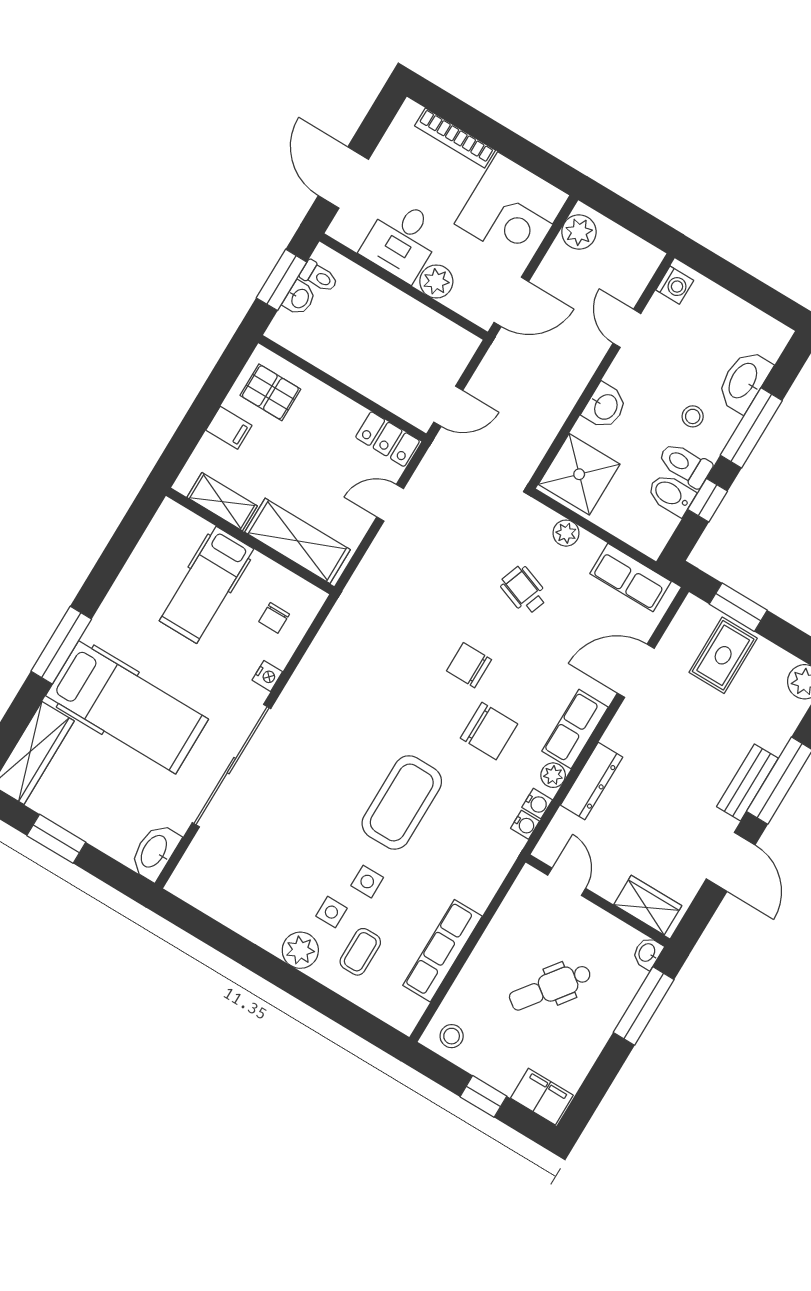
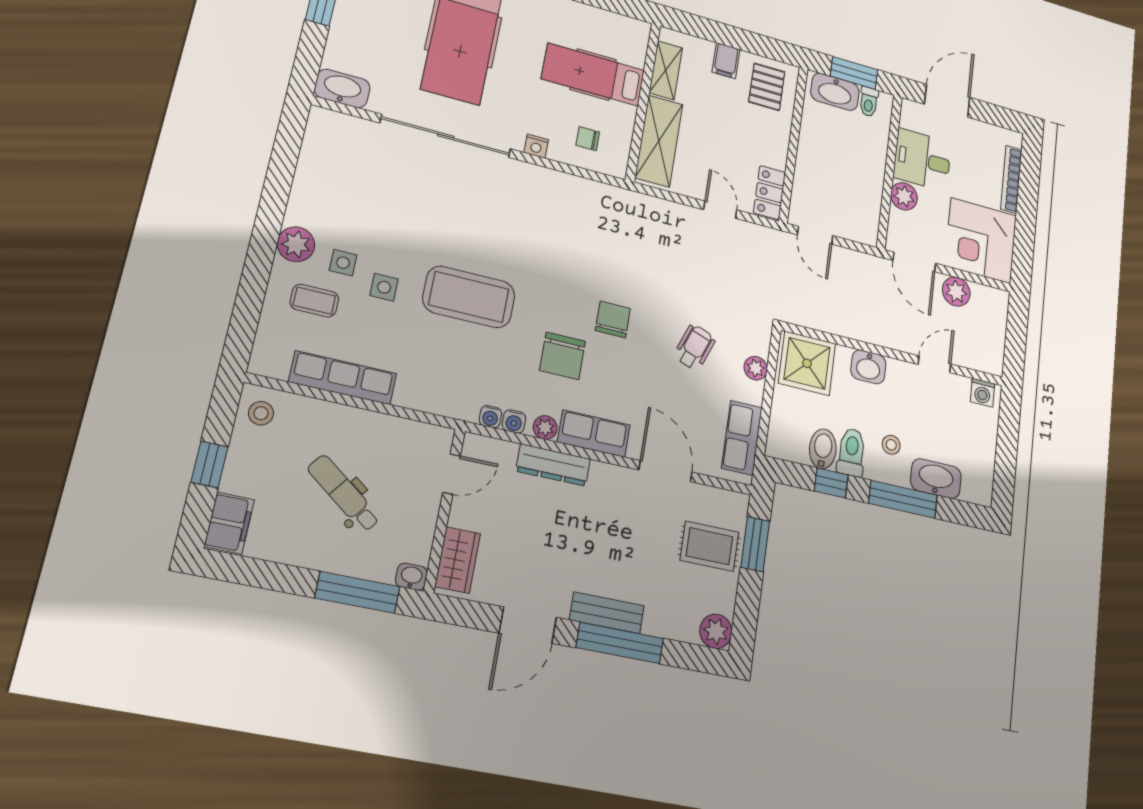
plant: (579, 232) -> (956, 292), moved
washbasin: (300, 298) -> (835, 92), width x1.91, depth x1.45

